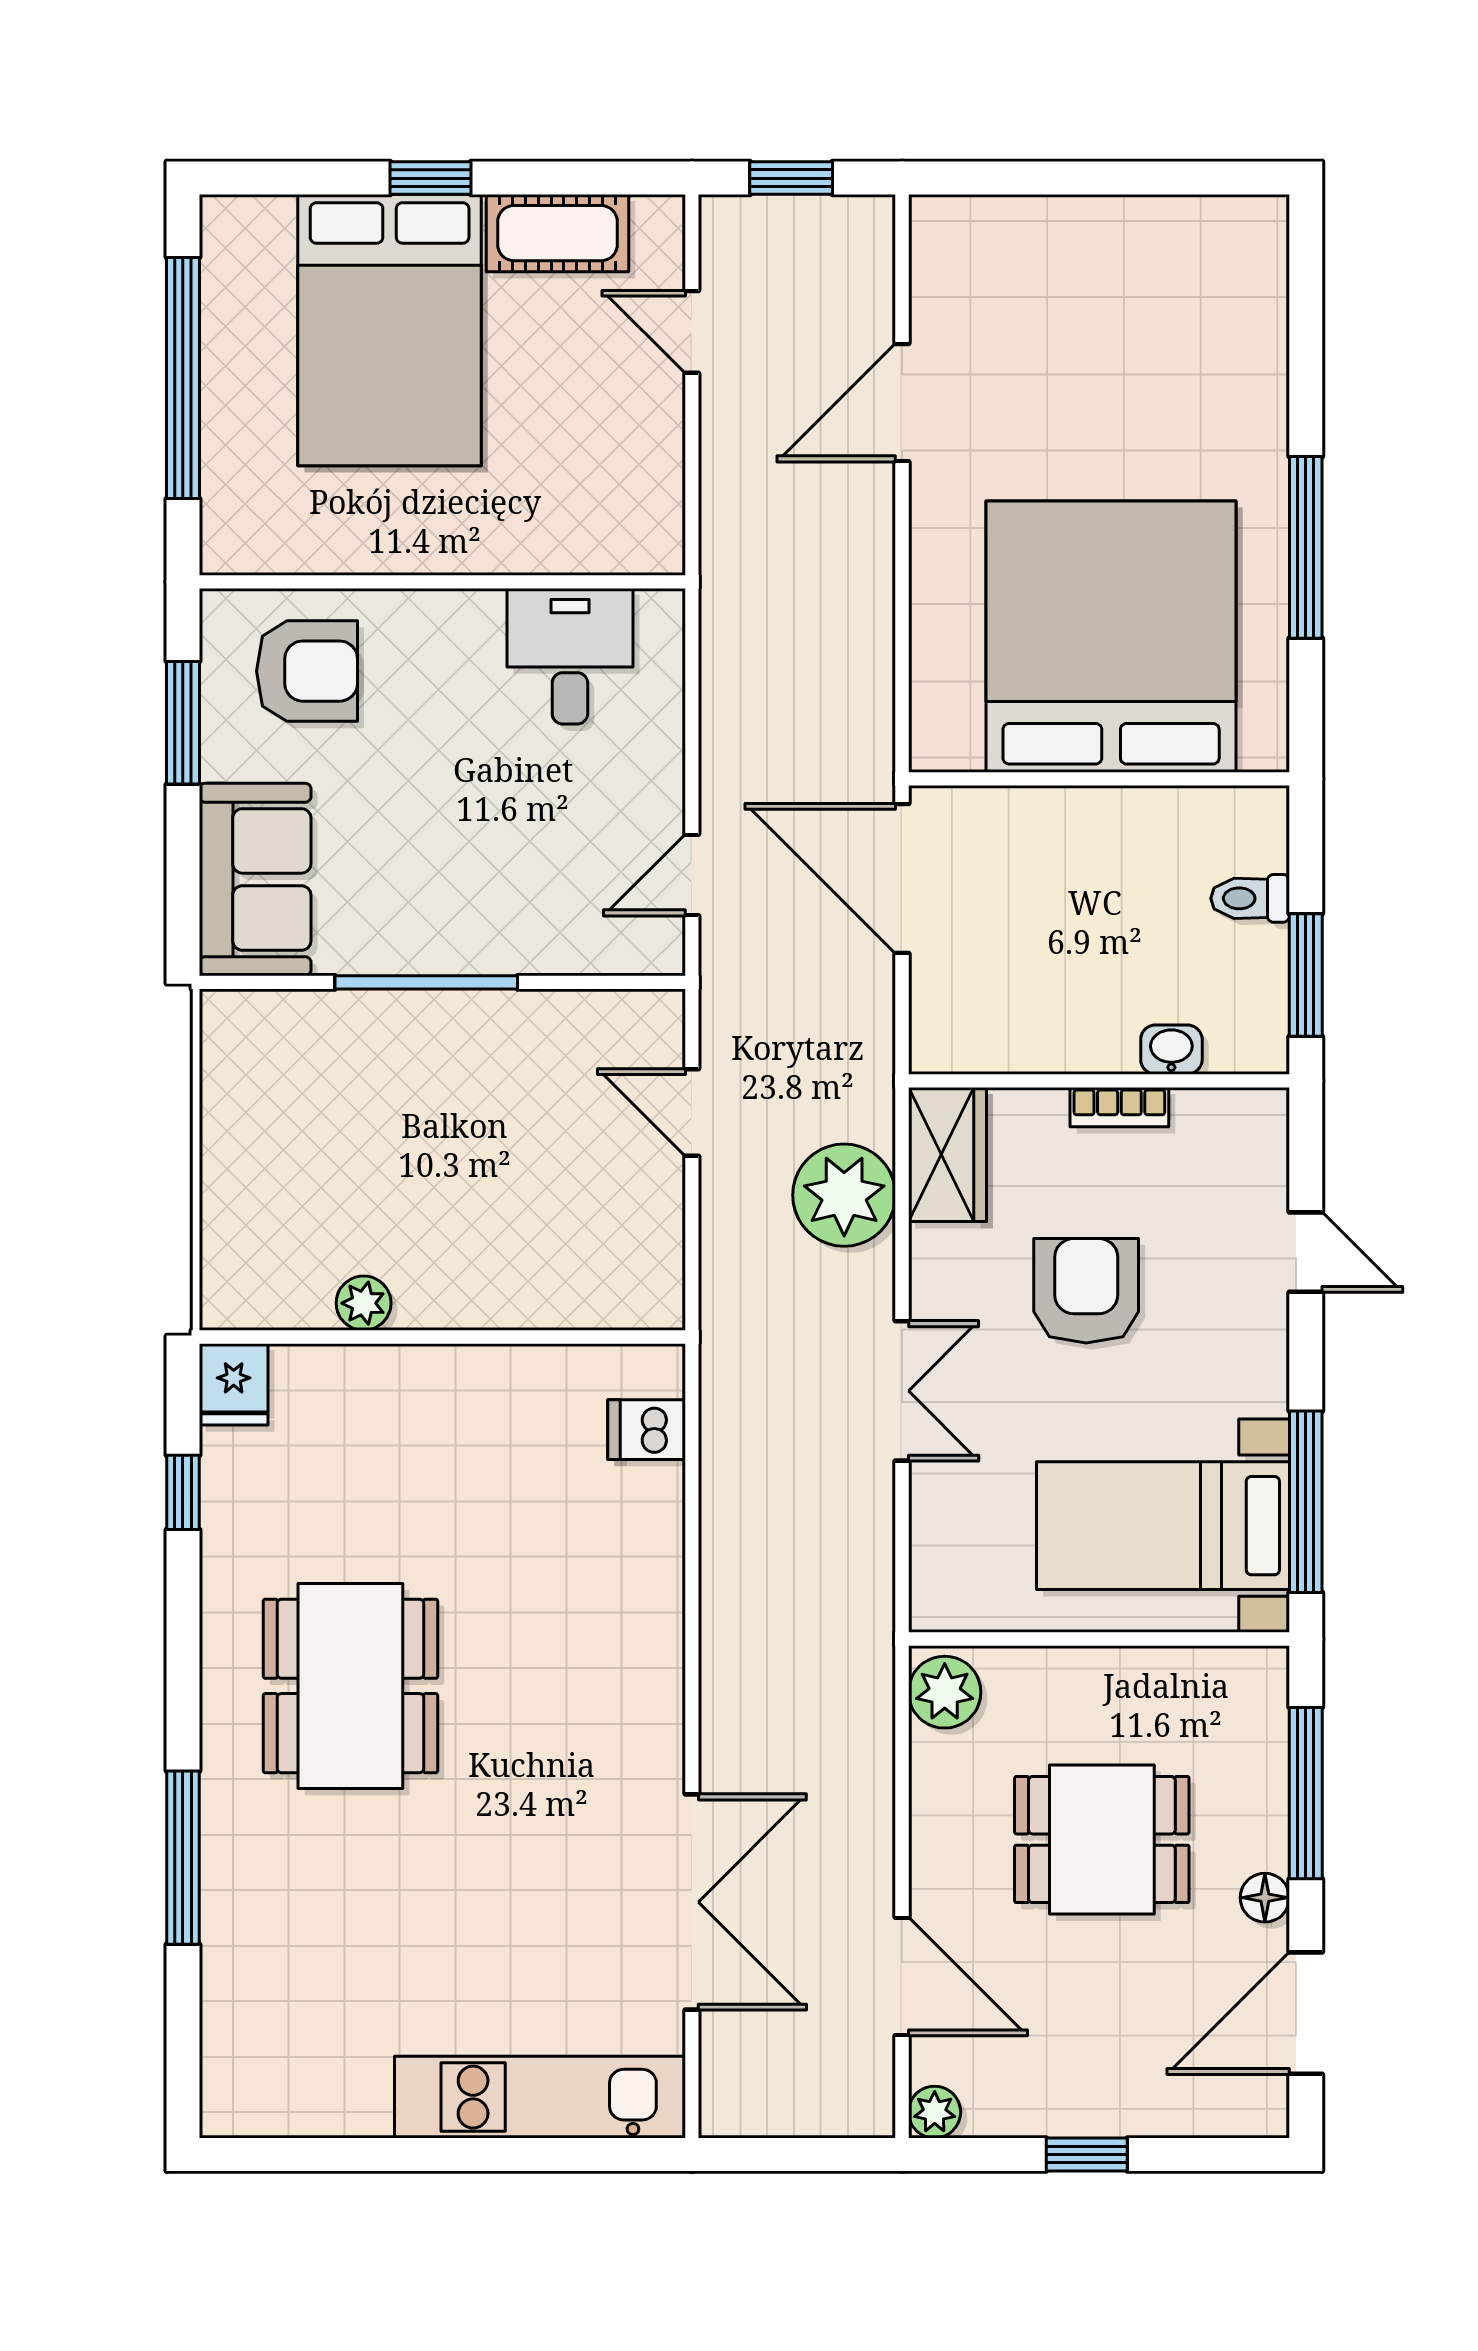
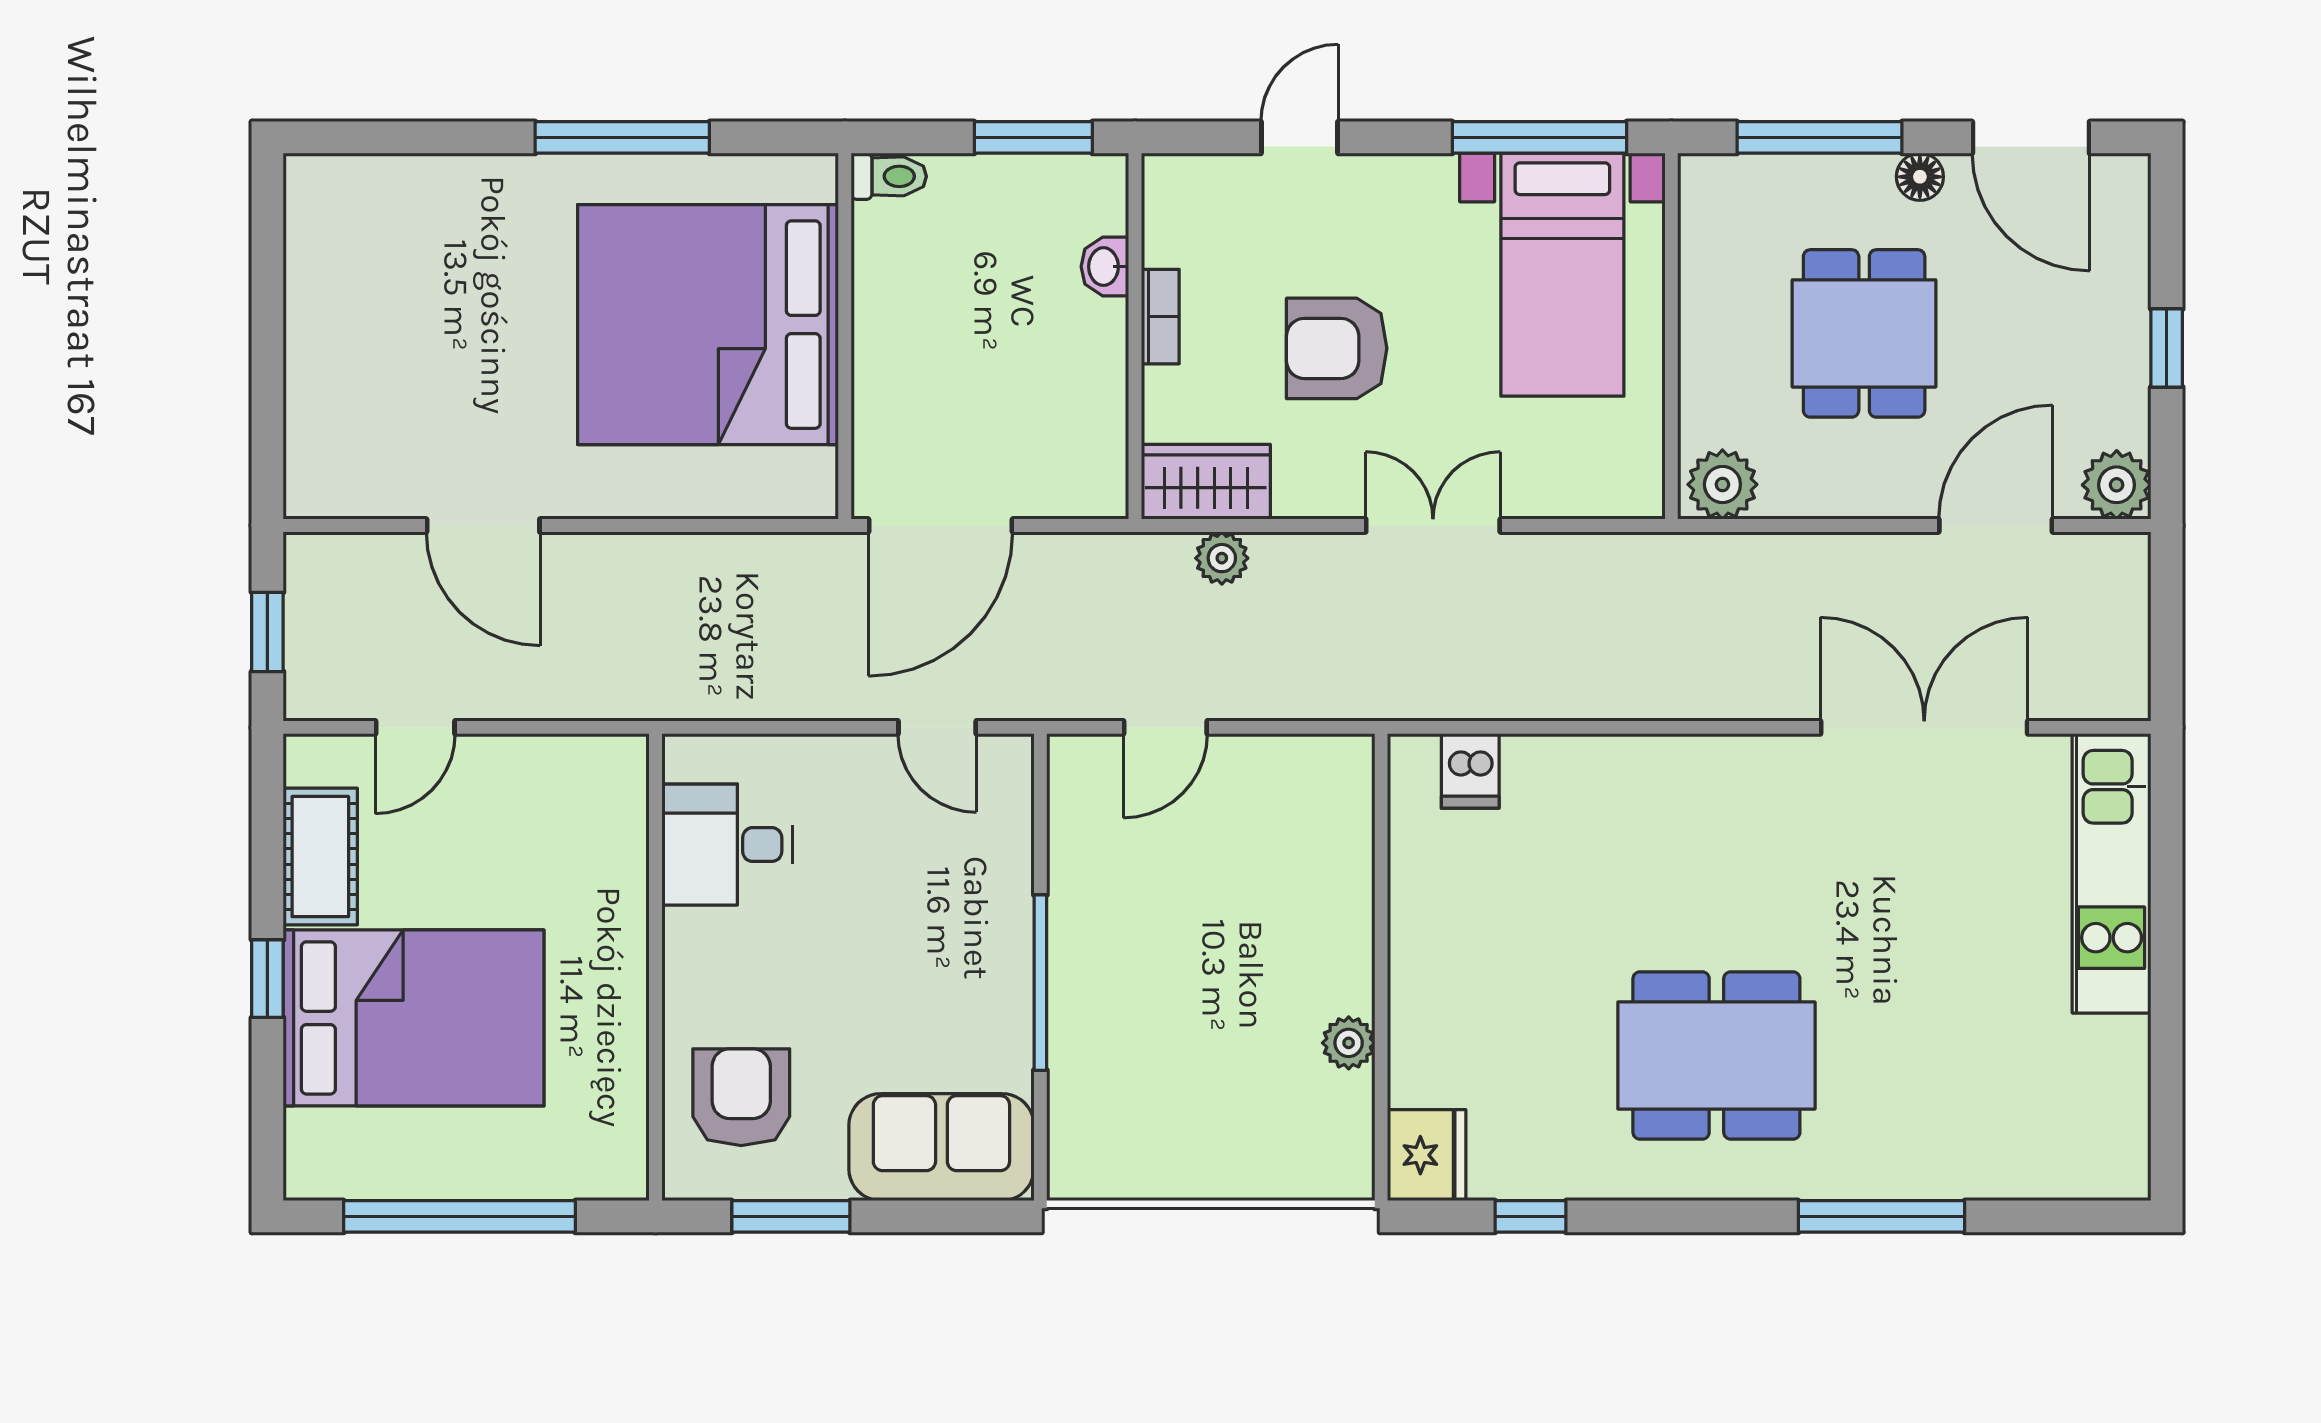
toilet: (1250, 898) -> (889, 176), moved, turned -90
plant: (844, 1195) -> (1222, 558), width x0.53, depth x0.53
fridge: (234, 1384) -> (1427, 1155), width x1.38
plant: (935, 2112) -> (2117, 485), width x1.38, depth x1.38

